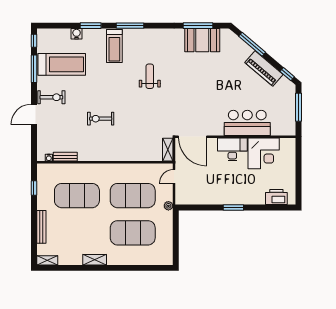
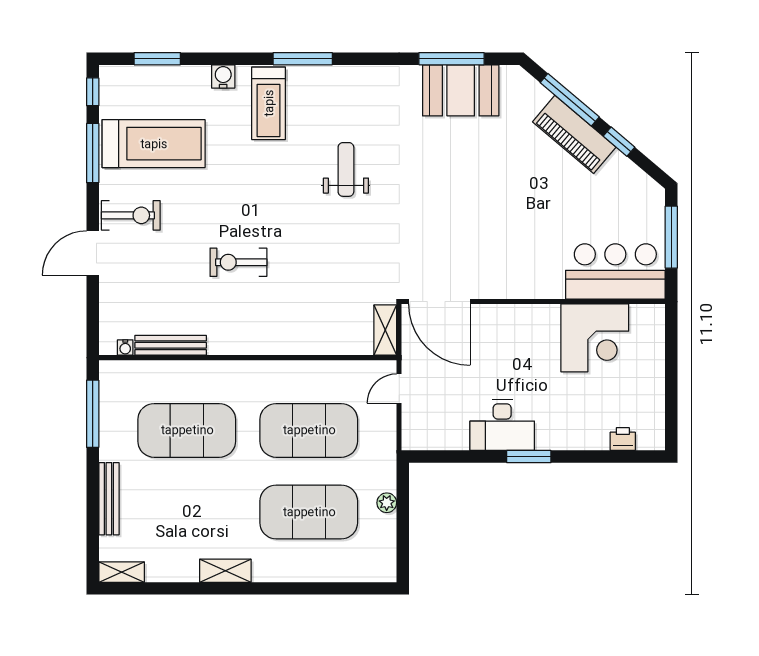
window: (91, 26) -> (157, 59), moved
water cooler: (77, 34) -> (223, 76), moved
piano: (264, 68) -> (574, 134), moved
window: (287, 74) -> (619, 142), moved
bar counter: (247, 123) -> (615, 271), moved
desk: (232, 149) -> (502, 425), moved, turned 180
bench: (65, 157) -> (171, 345), width x1.36
window: (34, 188) -> (93, 414), width x2.17
printer: (276, 197) -> (623, 439), width x0.53, depth x0.68
plant: (168, 206) -> (387, 503), moved

